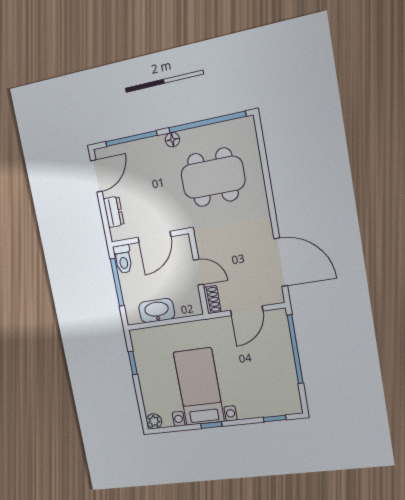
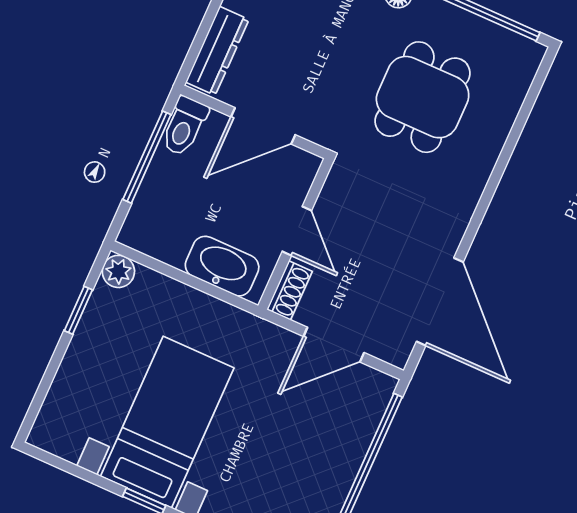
dining table: (213, 177) -> (423, 97), width x0.73
dresser: (114, 212) -> (217, 51), width x1.44
washbasin: (157, 311) -> (222, 266), moved
plant: (154, 421) -> (118, 271), moved

